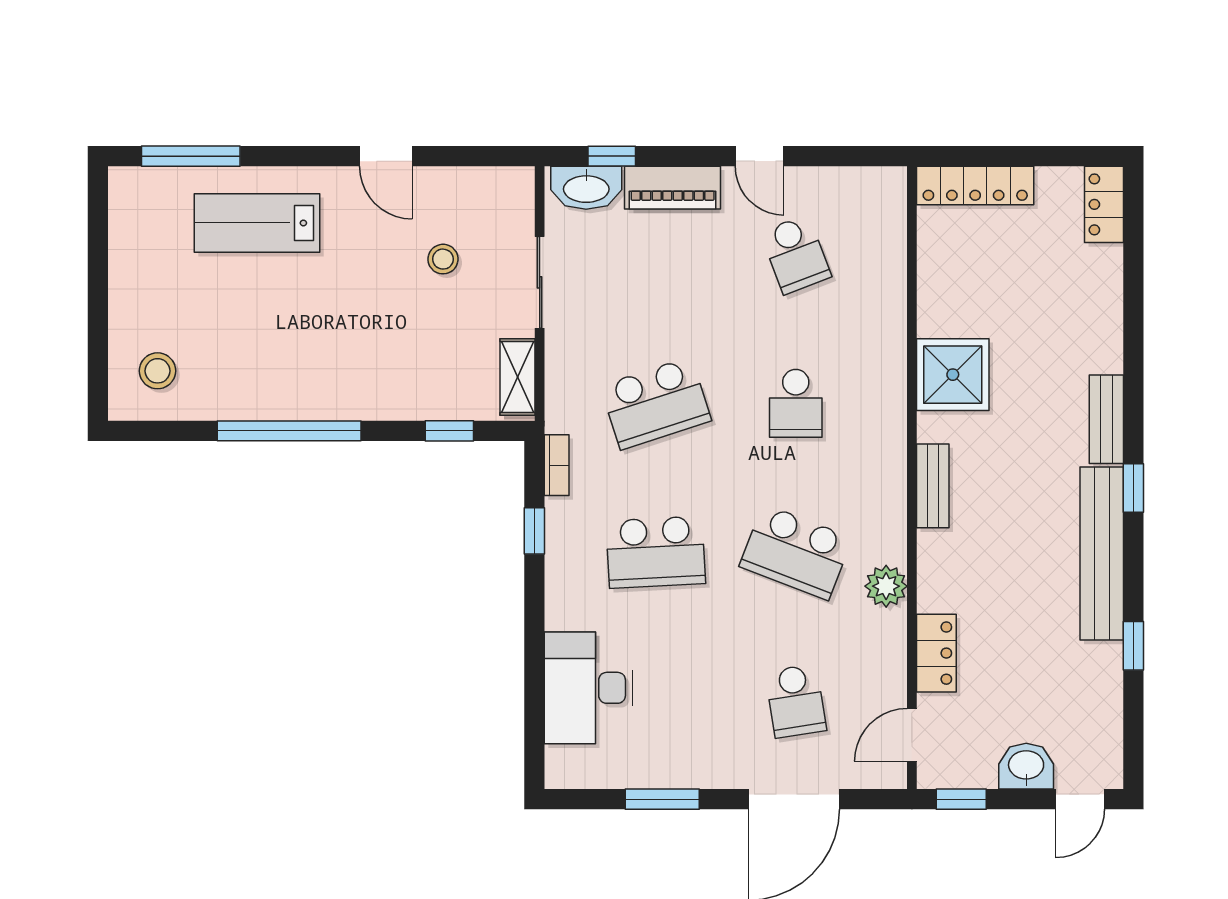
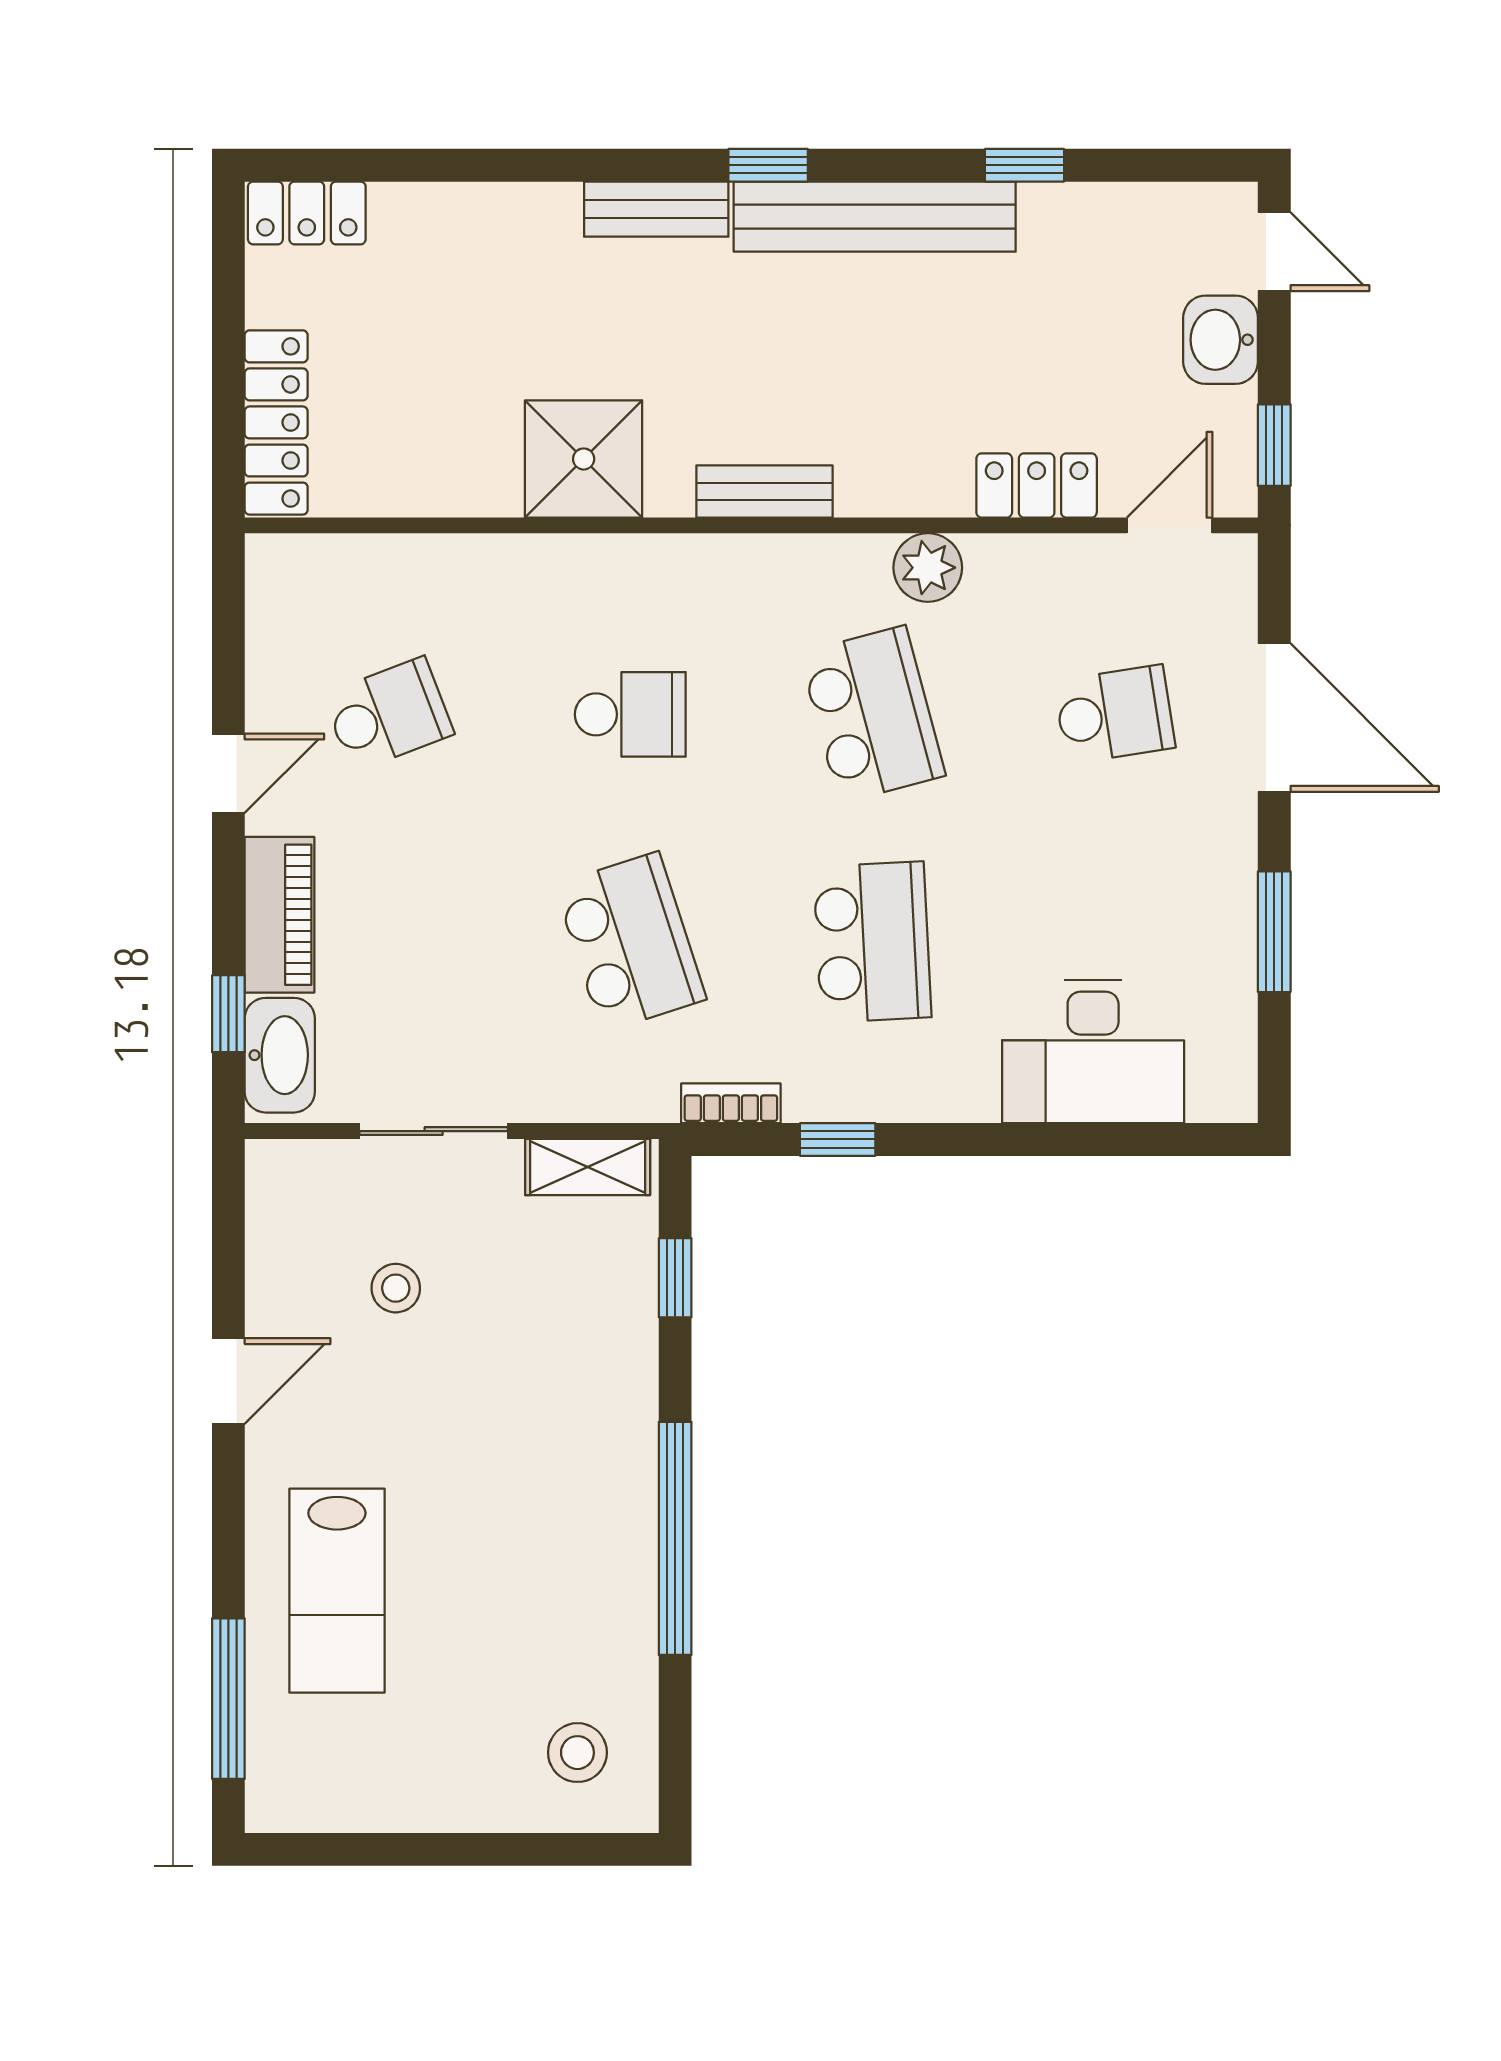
school desk: (796, 552) -> (872, 714), turned -36
door: (912, 735) -> (1170, 525), swing flipped

